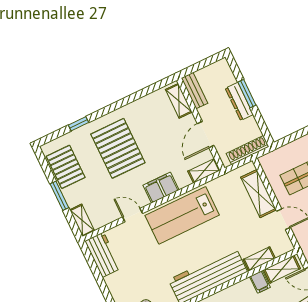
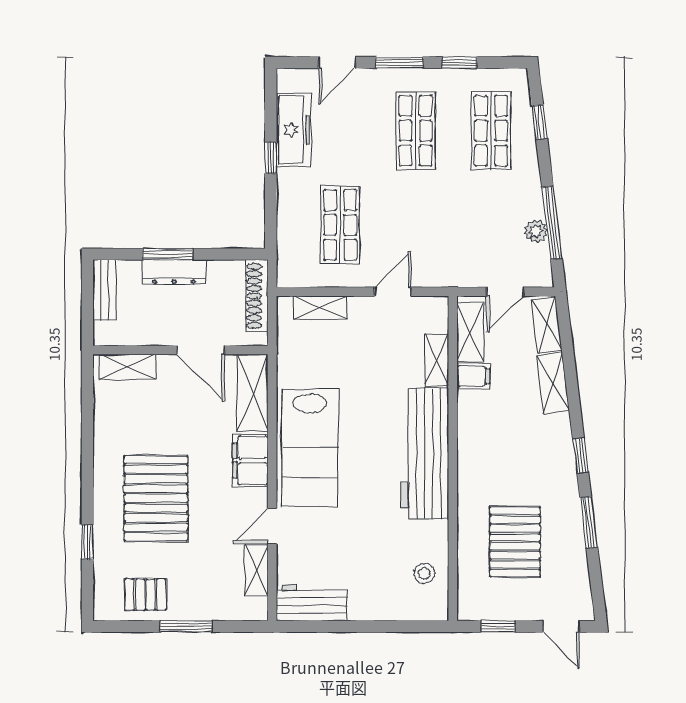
bench: (194, 91) -> (104, 290), moved, turned 90
pallet: (118, 148) -> (156, 498), turned 90
pallet: (66, 167) -> (145, 595), width x0.67, depth x0.71
shelving: (204, 171) -> (252, 393), width x1.50, depth x1.33
shelving: (258, 194) -> (320, 308), width x0.67, depth x0.75
shelving: (82, 220) -> (256, 570), moved, turned 90

